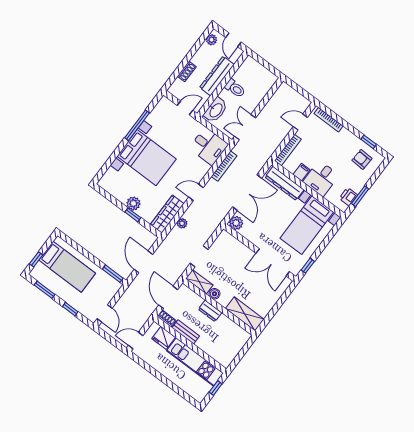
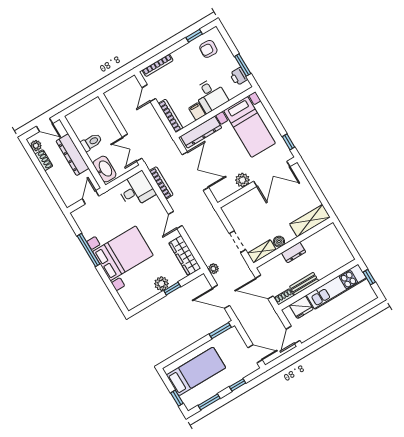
shoe rack: (187, 71) -> (44, 160), moved
plant: (182, 223) -> (213, 269), moved
plant: (236, 223) -> (242, 180), moved

